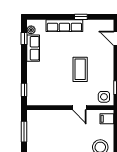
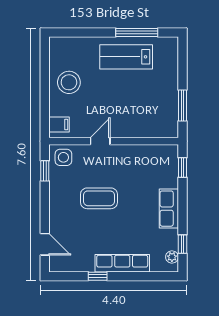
row of seats: (33, 48) -> (169, 209), moved
coffee table: (80, 69) -> (99, 198), turned 90
door: (79, 108) -> (100, 141), hinge flipped

